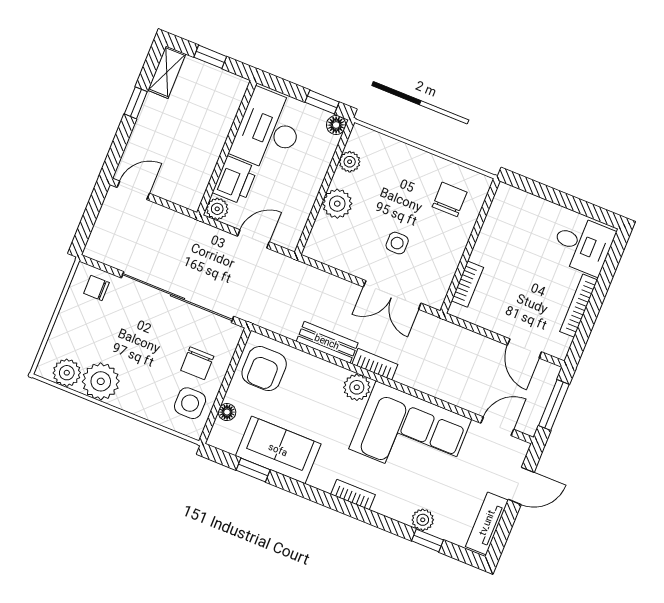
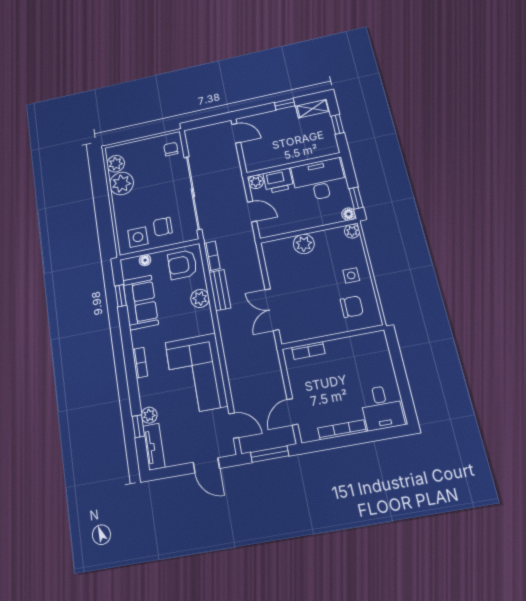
plant: (350, 162) -> (352, 231), moved
side table: (397, 243) -> (351, 275), moved
bookcase: (375, 364) -> (212, 256), moved
plant: (357, 387) -> (200, 298), moved
tv unit: (487, 523) -> (154, 447), moved, turned 90

